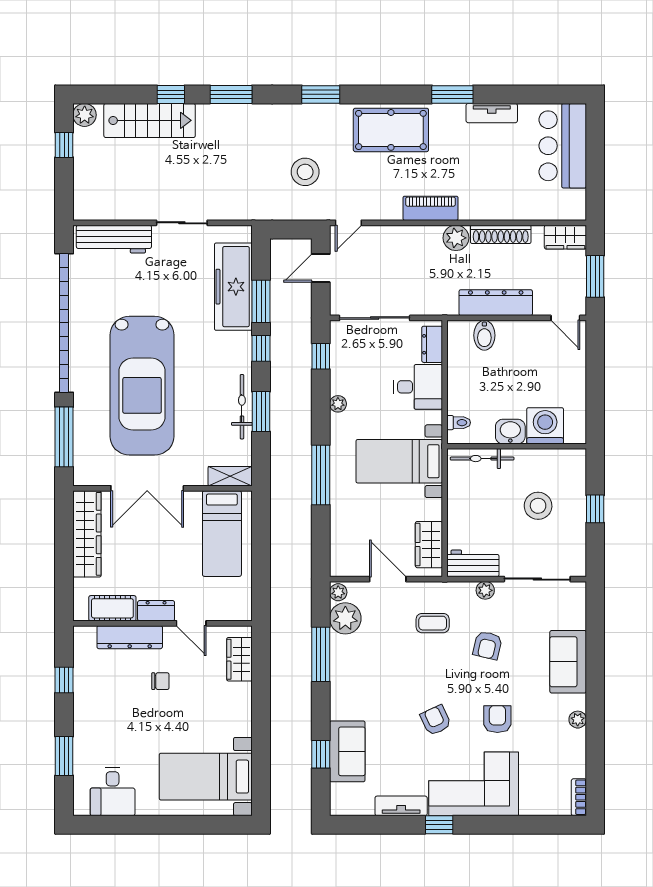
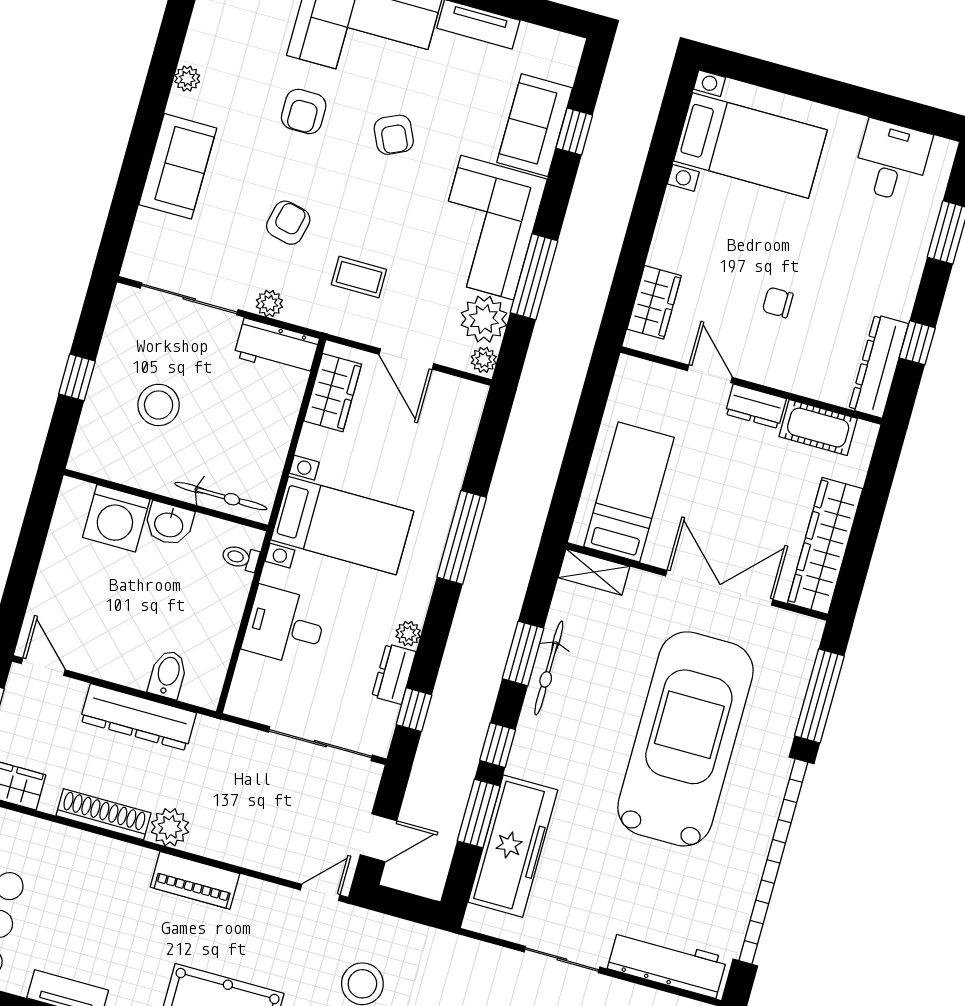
dresser: (432, 344) -> (394, 674), moved, turned 180
dresser: (130, 637) -> (879, 366), moved, turned -90
corner sofa: (359, 677) -> (487, 228), added

